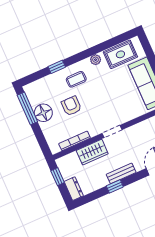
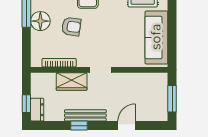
armchair: (71, 106) -> (71, 27), turned 98
bench: (121, 173) -> (85, 115), width x1.36
window: (58, 177) -> (26, 104), moved

